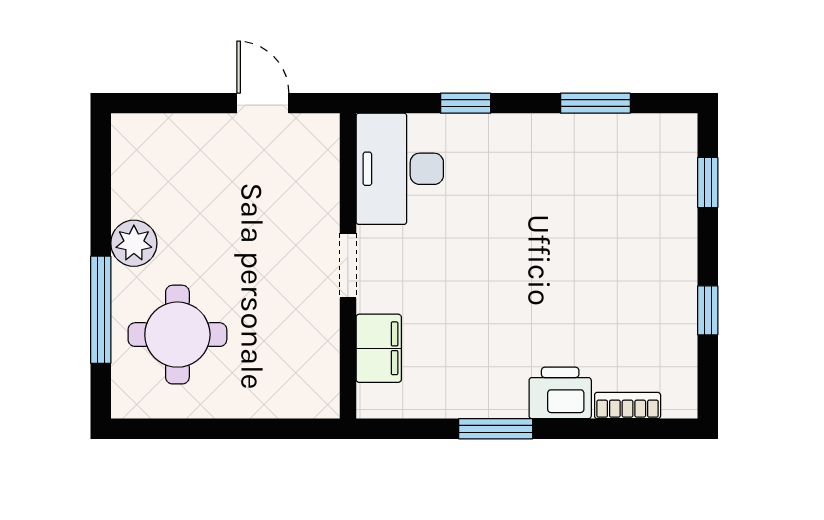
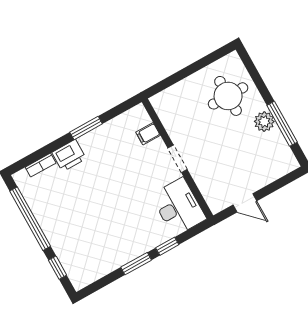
window: (595, 103) -> (136, 264), moved
window: (101, 310) -> (282, 124), moved
window: (708, 310) -> (30, 219), width x3.17
filing cabinet: (379, 348) -> (148, 134), width x0.50

